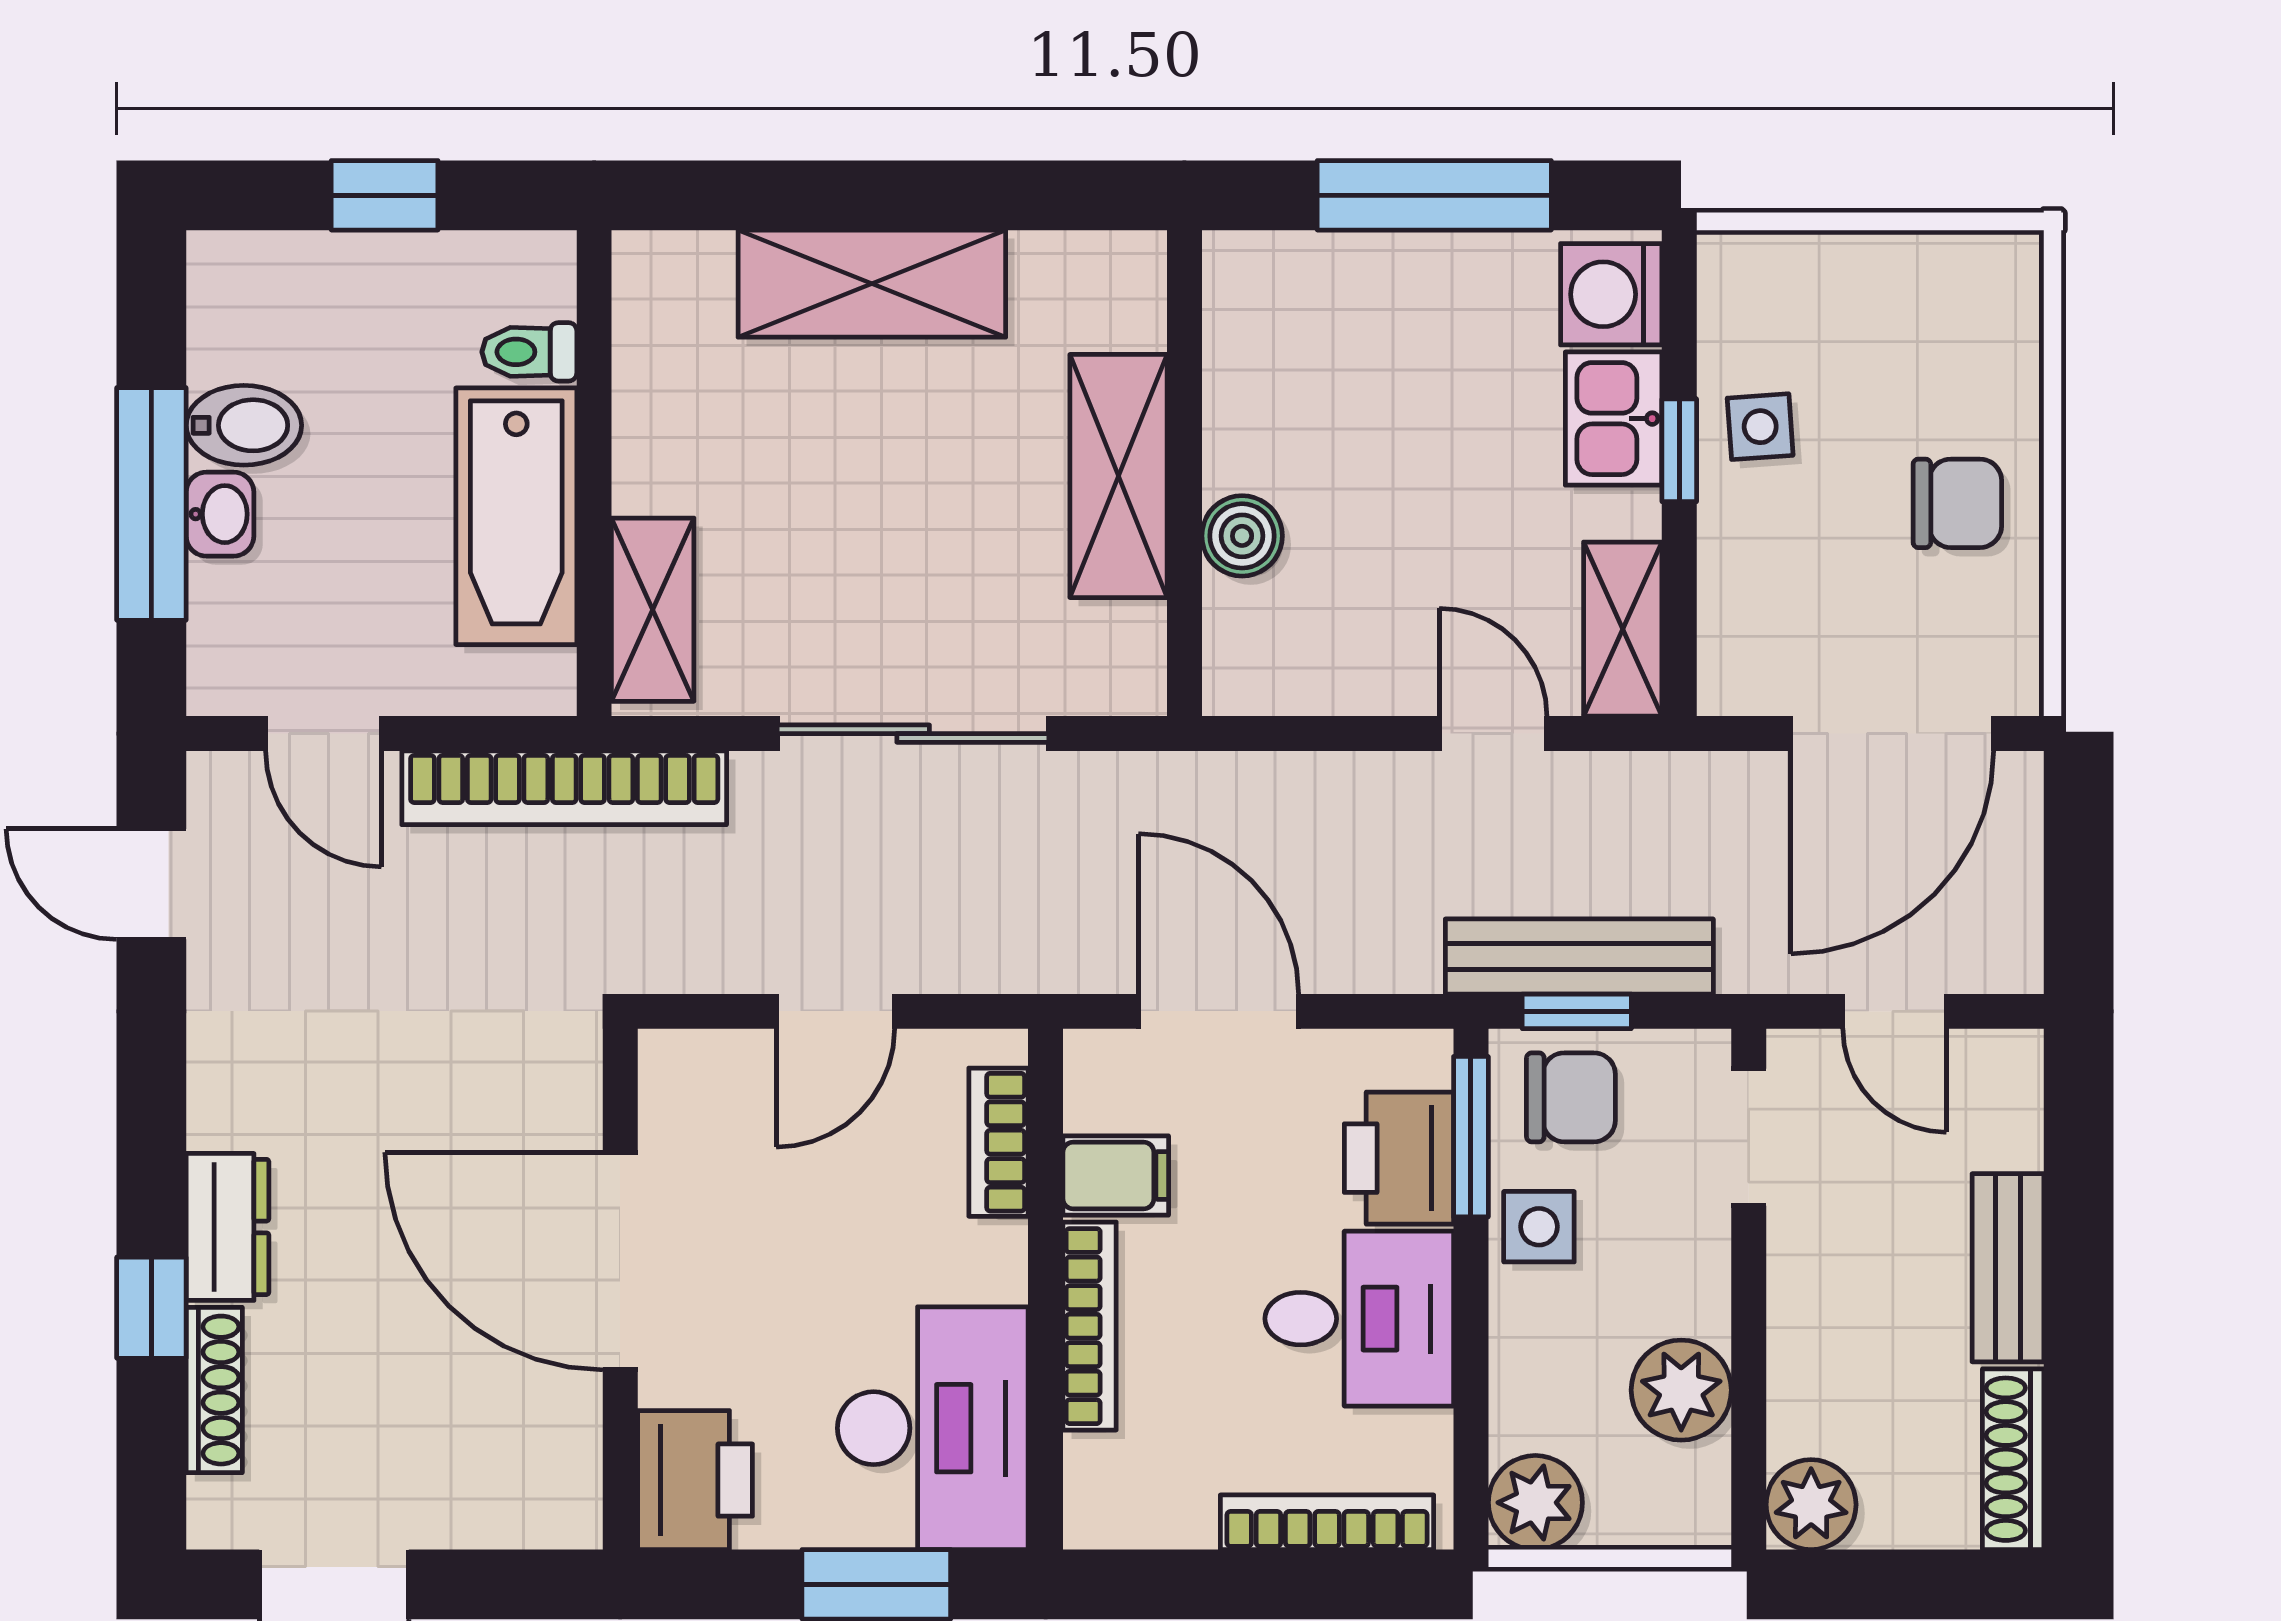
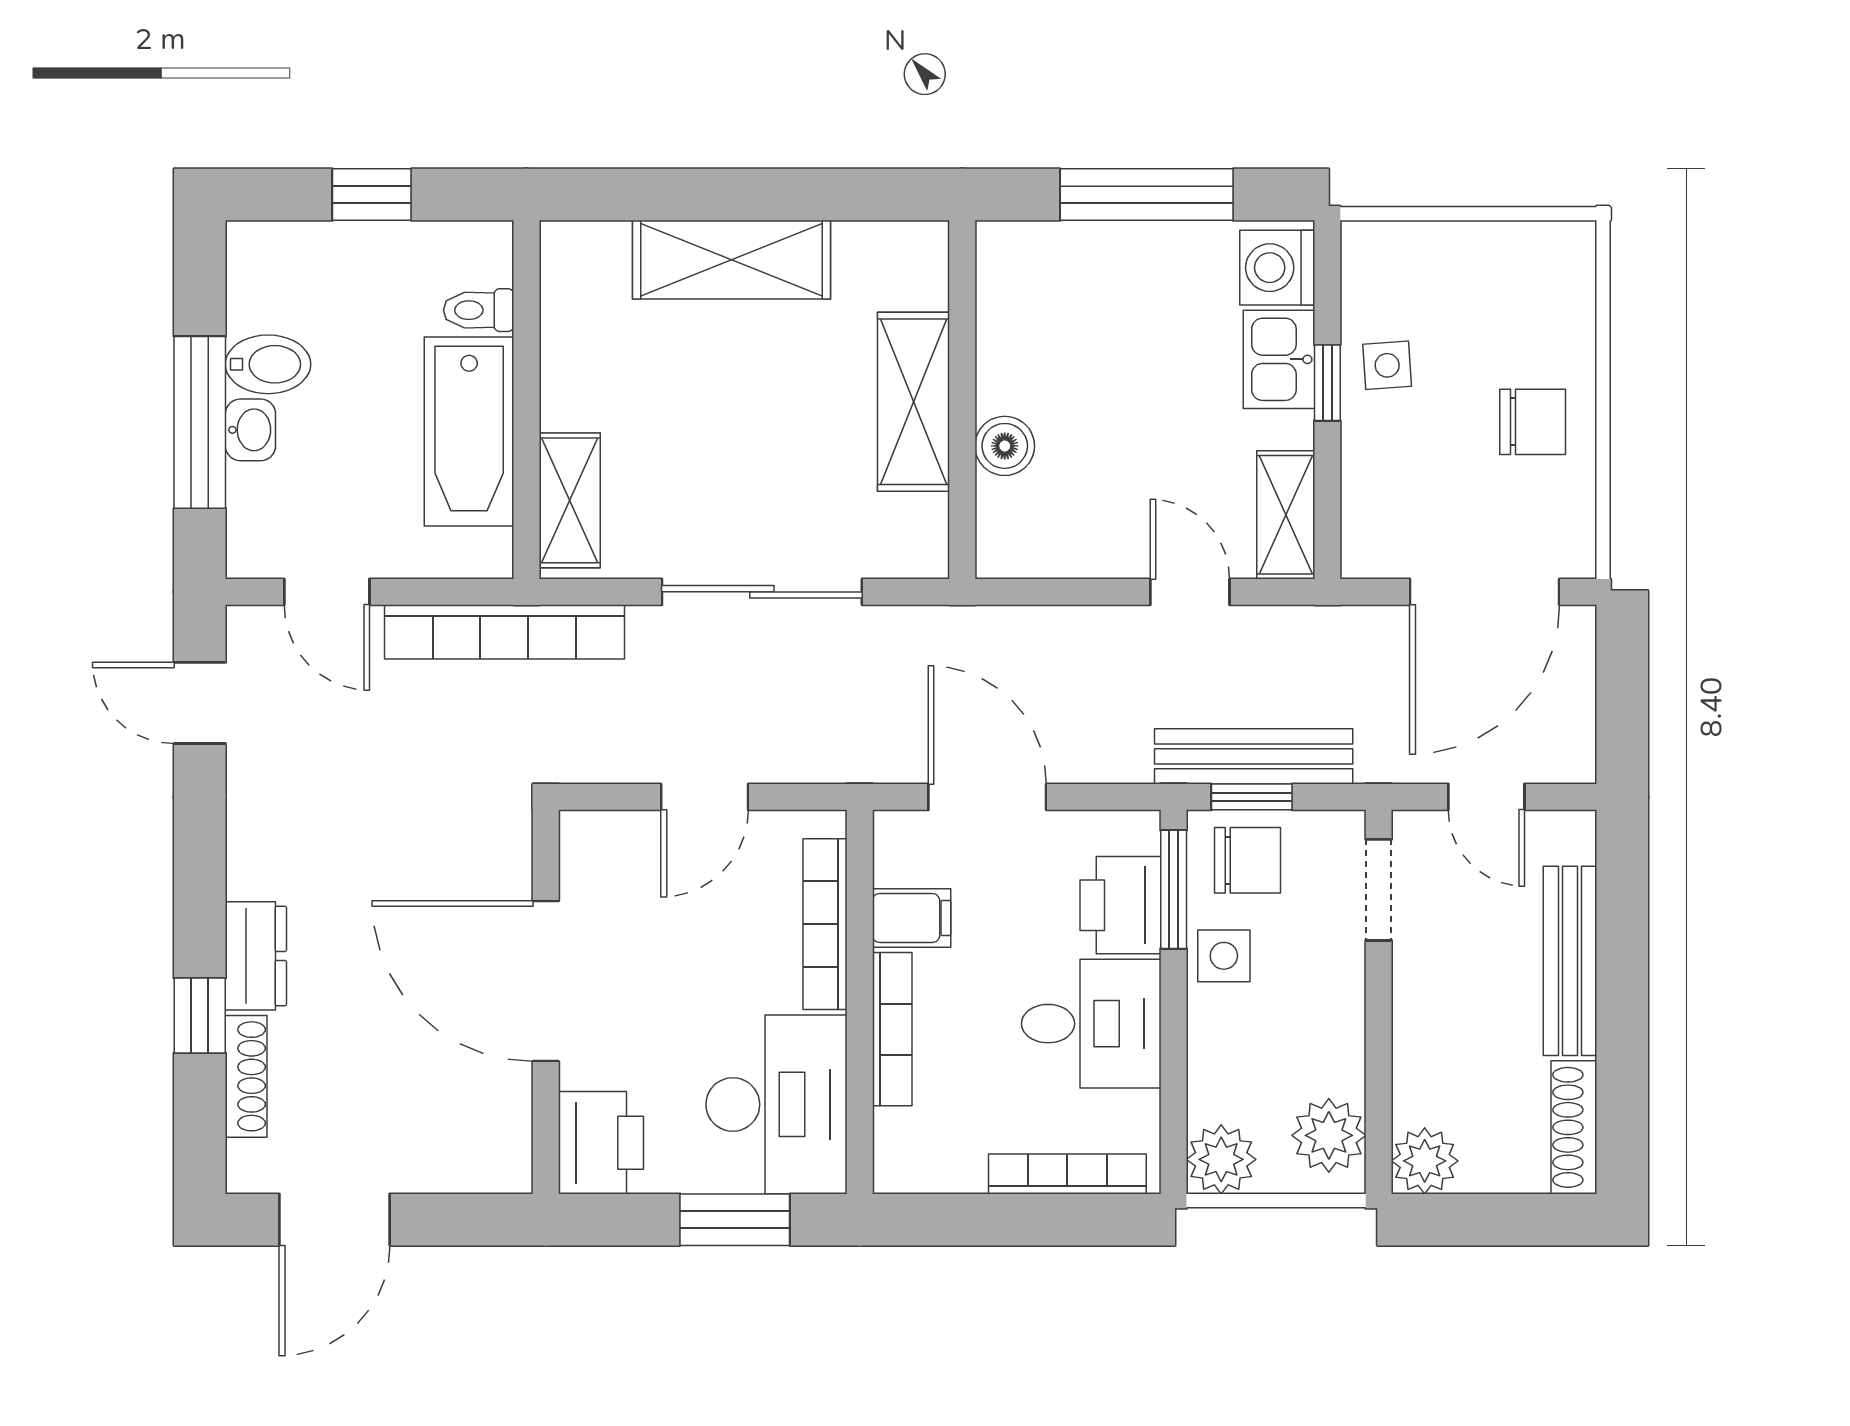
bookcase: (999, 1142) -> (825, 924), width x1.56
bench: (2008, 1268) -> (1570, 961), width x1.36
plant: (1681, 1390) -> (1329, 1135), moved

